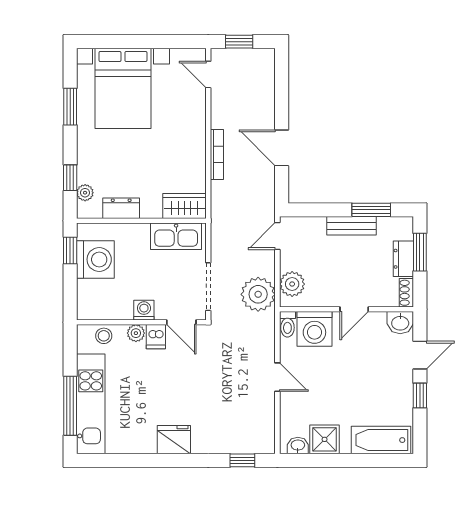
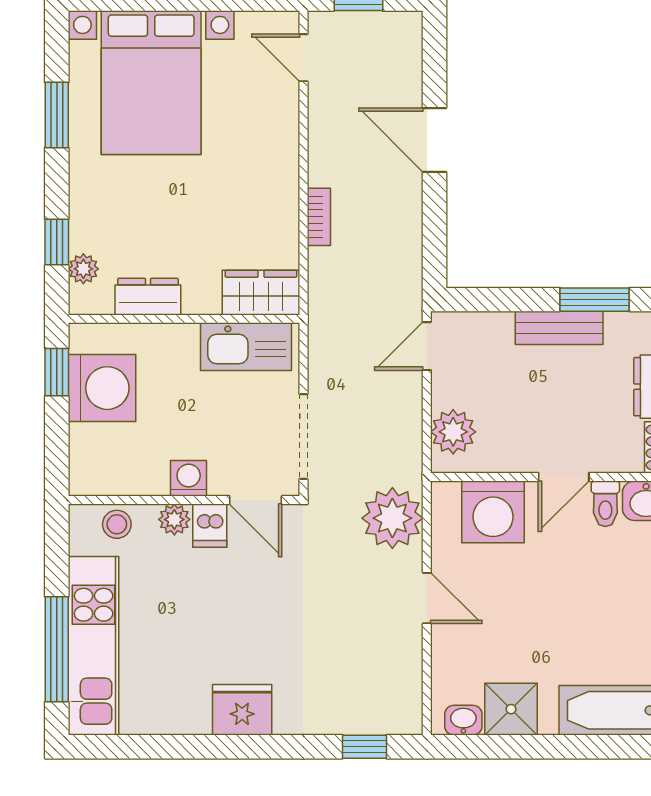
door: (282, 148) -> (435, 140), moved
bookcase: (217, 155) -> (319, 217), width x0.64
plant: (258, 294) -> (392, 518), moved
toilet: (287, 324) -> (605, 504), moved

